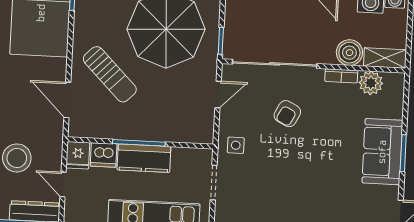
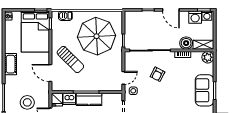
plant: (371, 83) -> (208, 57), moved
door: (218, 95) -> (123, 78), moved

